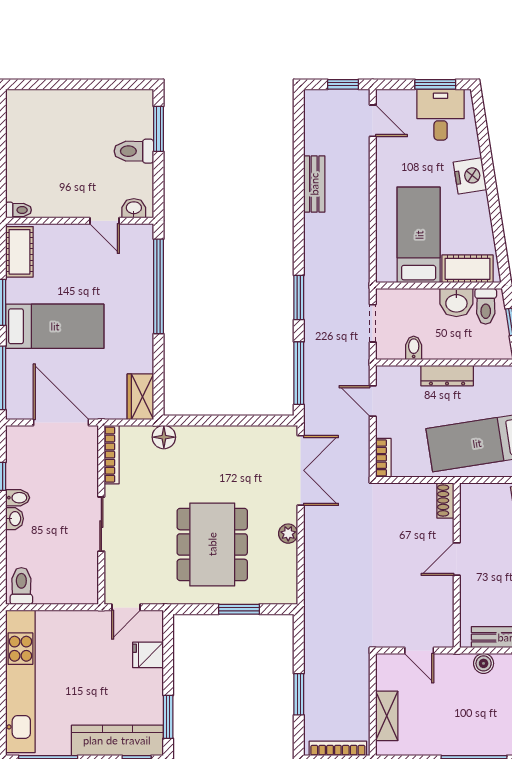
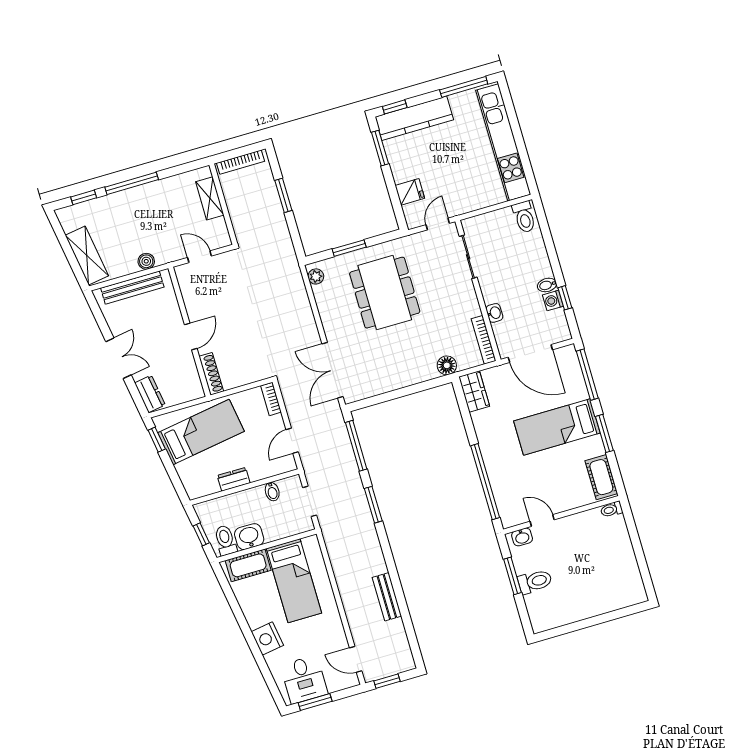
window: (158, 129) -> (512, 576), moved
dresser: (447, 376) -> (234, 479), width x0.70
door: (373, 401) -> (292, 441), swing flipped
washing machine: (16, 477) -> (553, 301), added
shoe rack: (445, 500) -> (211, 374), width x1.43
washbasin: (15, 519) -> (494, 313), moved, turned 180
sliding door: (101, 524) -> (468, 257), moved
plant: (288, 534) -> (316, 276), moved

